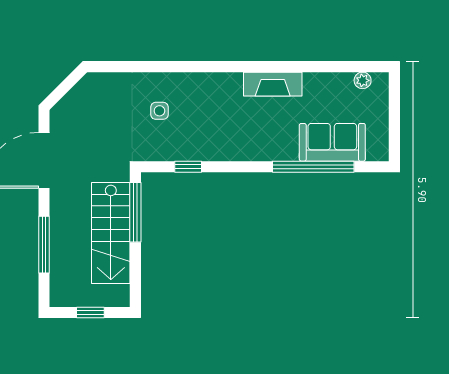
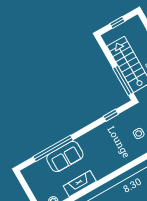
fireplace: (273, 84) -> (80, 184), moved
sofa: (332, 142) -> (65, 157), moved

